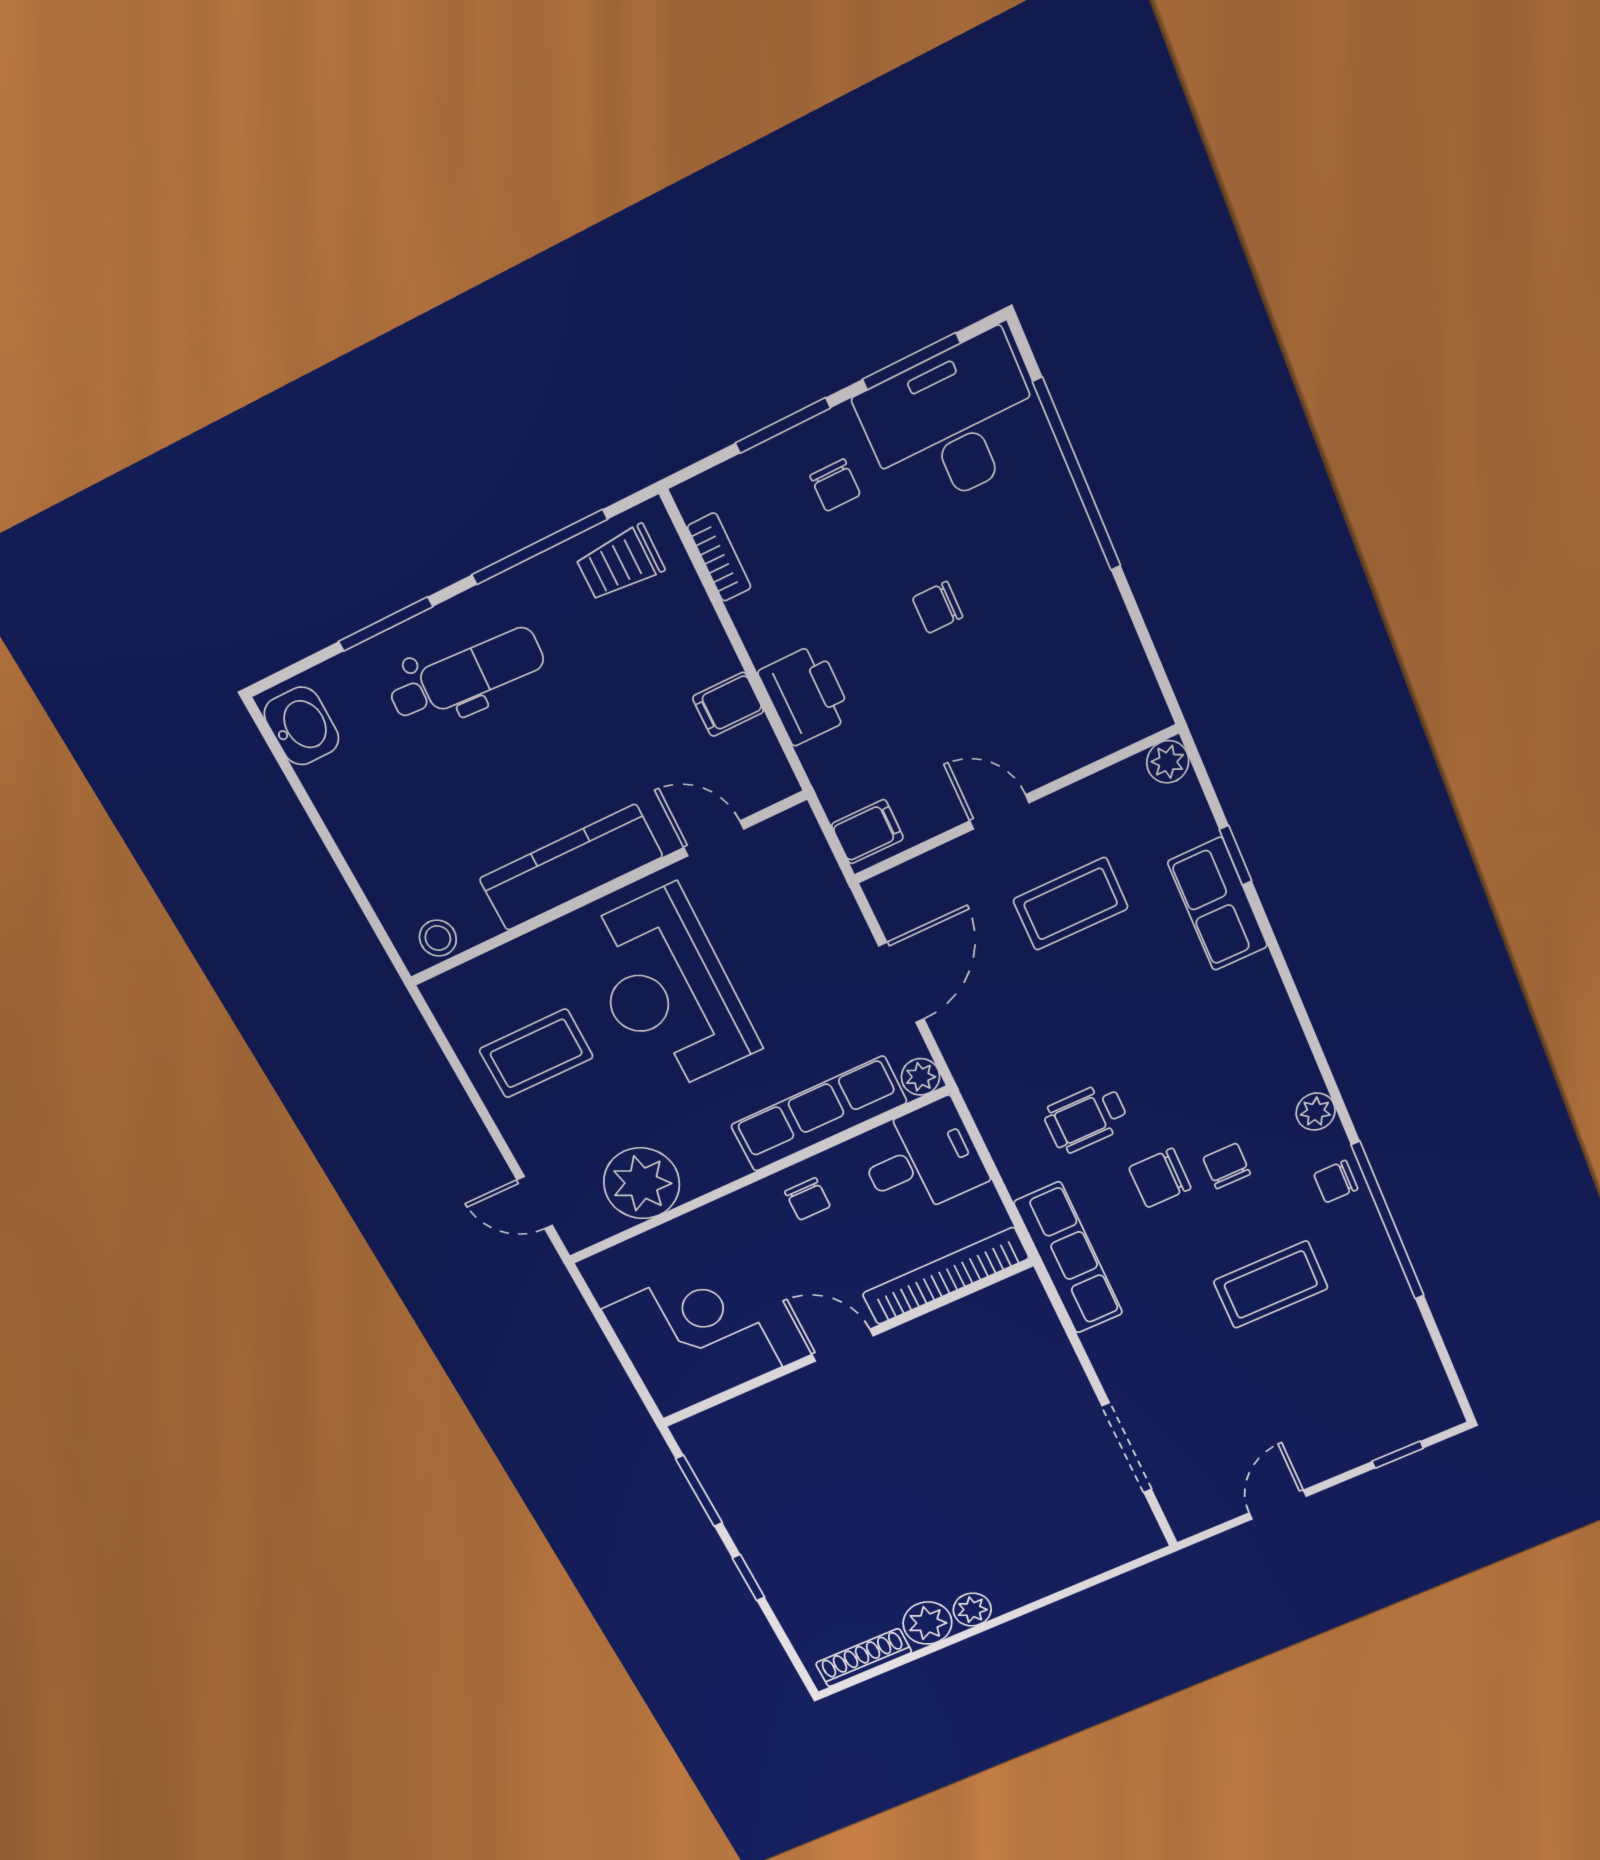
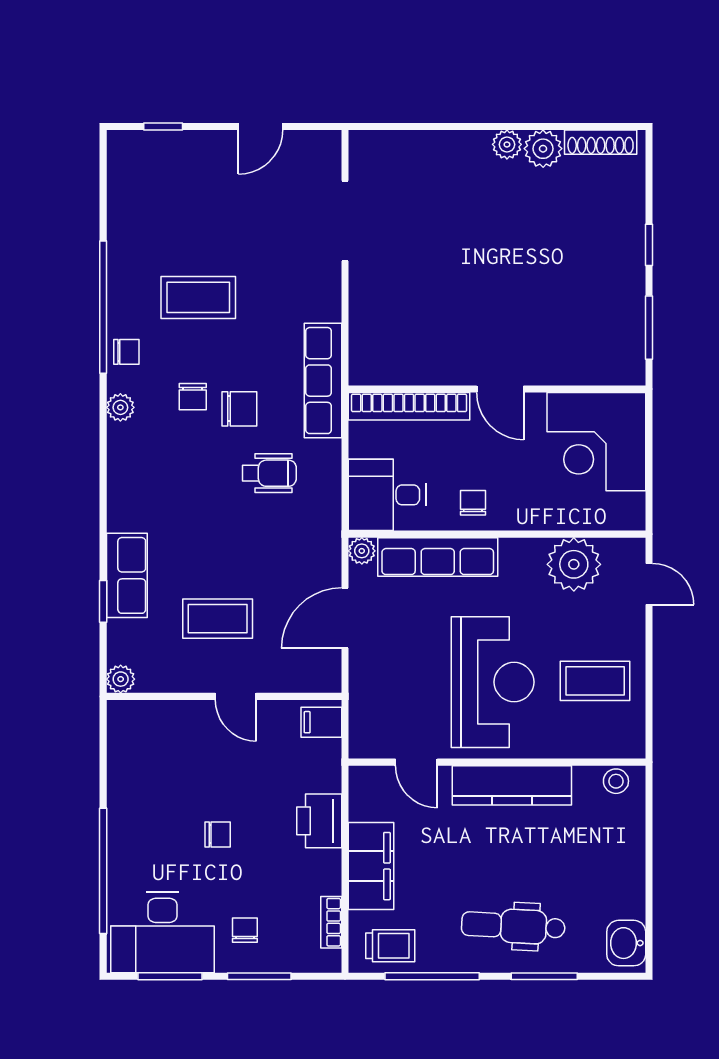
filing cabinet: (728, 704) -> (371, 866), width x3.00, depth x1.17

